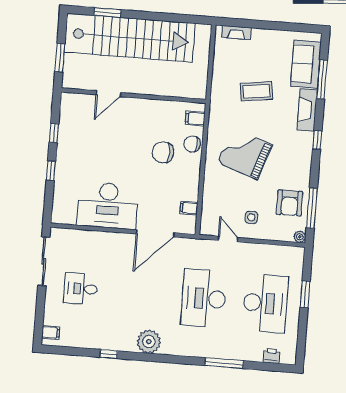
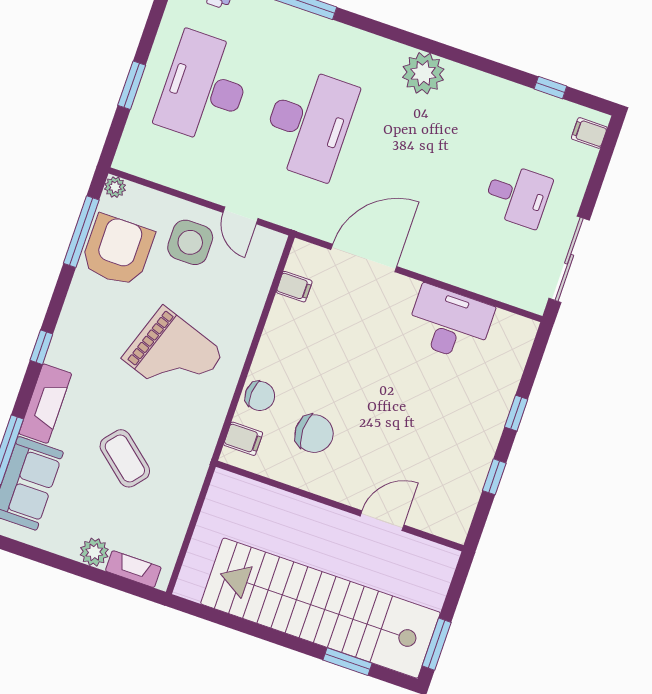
plant: (260, 36) -> (94, 552), added
window: (60, 58) -> (437, 644), moved
coffee table: (256, 91) -> (125, 458), turned 48
chair: (163, 152) -> (314, 434), moved
armchair: (290, 203) -> (118, 250), width x1.36, depth x1.36
desk: (108, 206) -> (450, 323), width x0.73, depth x0.77
side table: (251, 217) -> (190, 242), width x1.87, depth x1.87
window: (109, 354) -> (550, 88), moved

